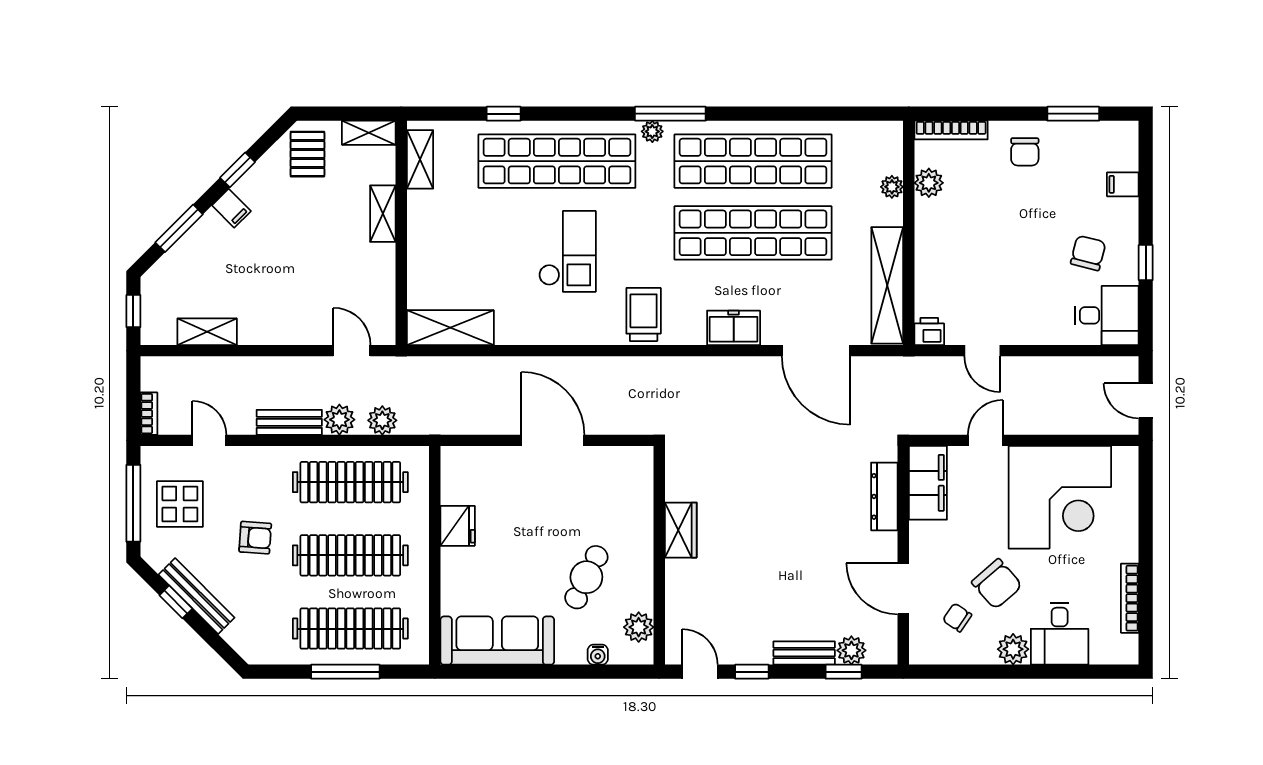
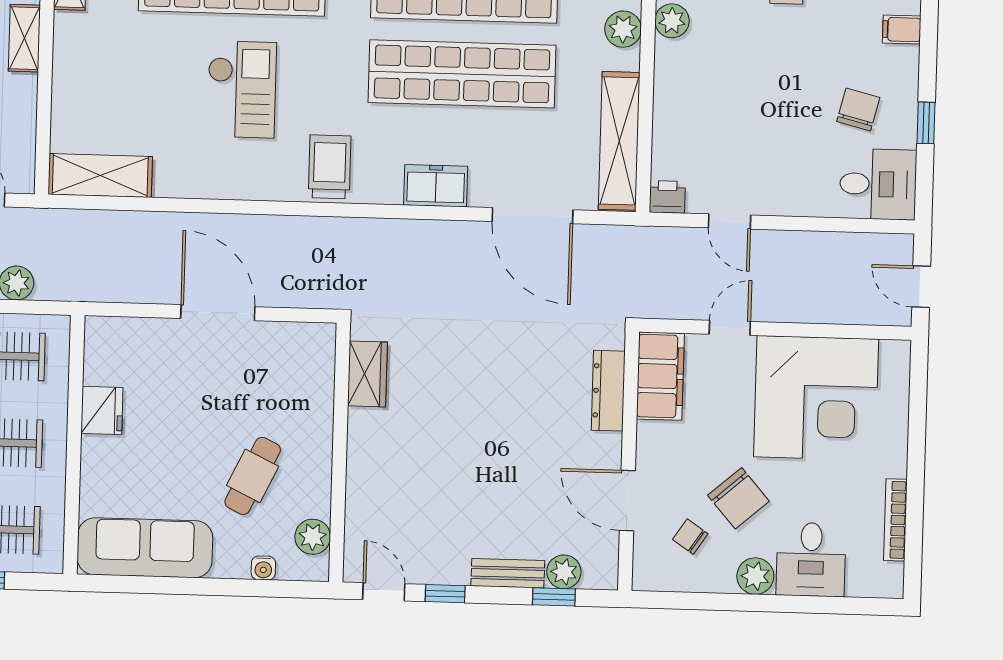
plant: (892, 187) -> (623, 29), width x1.38, depth x1.38
wardrobe: (681, 530) -> (367, 374), moved

